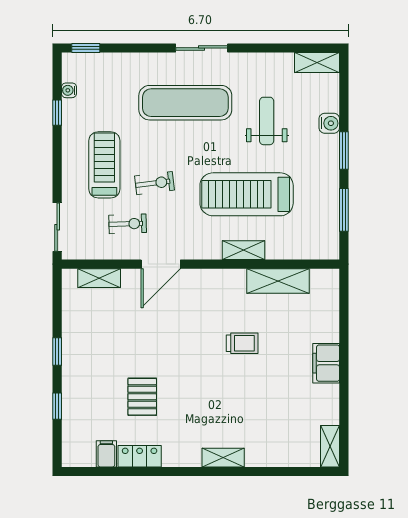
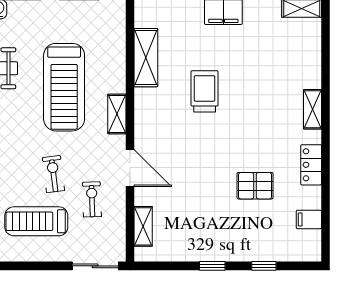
shelving: (244, 250) -> (117, 114), moved
trolley: (242, 343) -> (205, 91), width x1.36, depth x1.39
locker: (140, 456) -> (311, 165), moved

